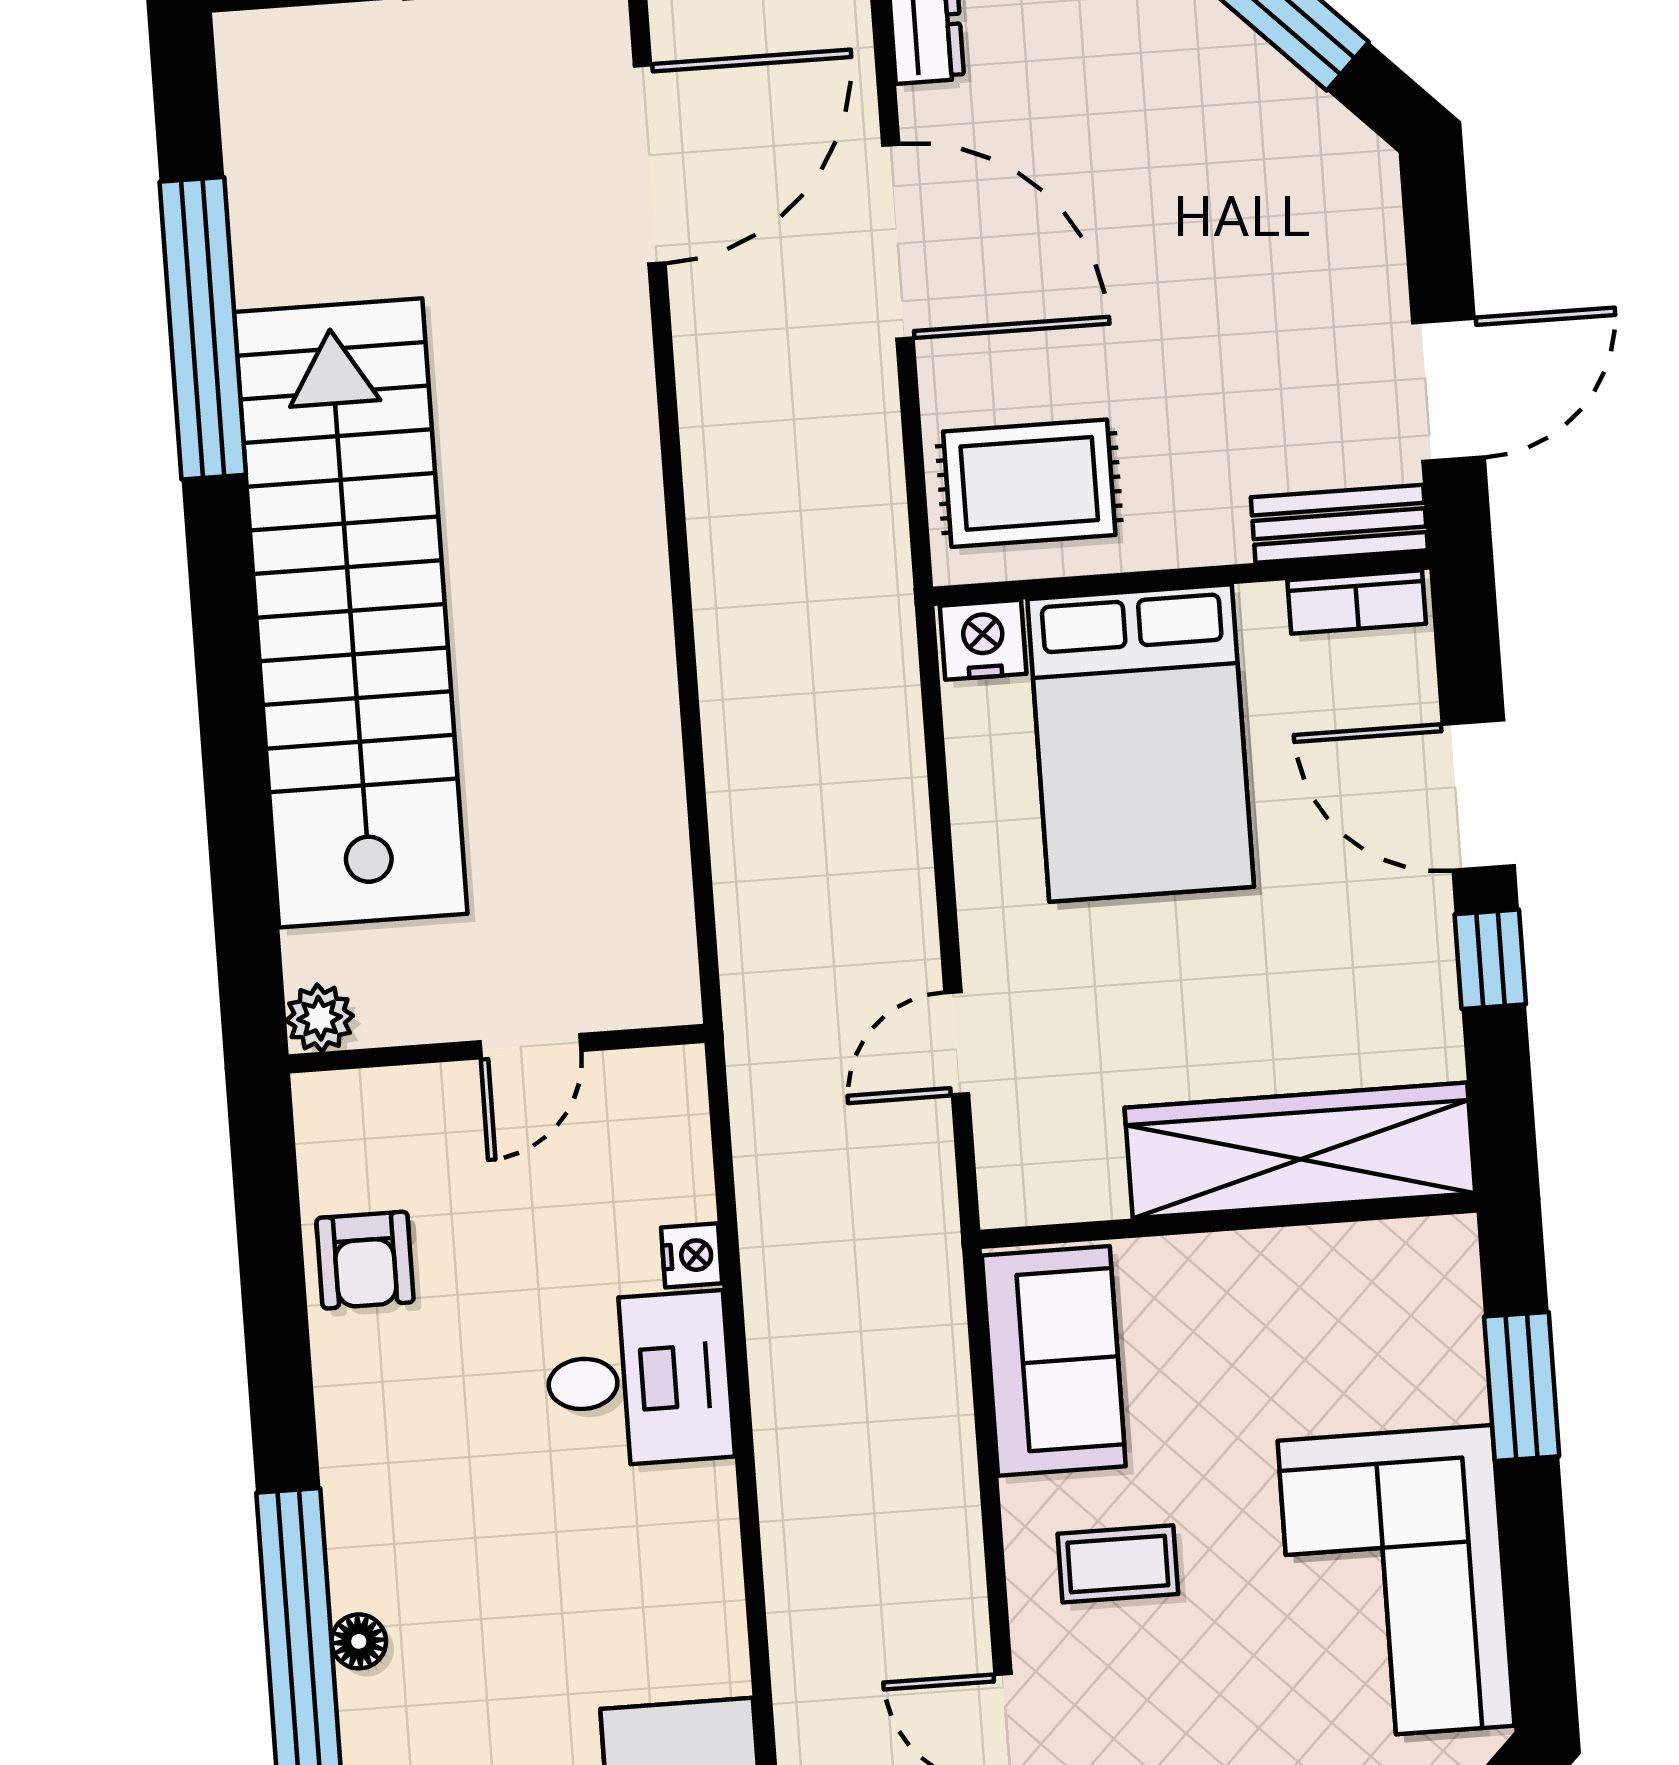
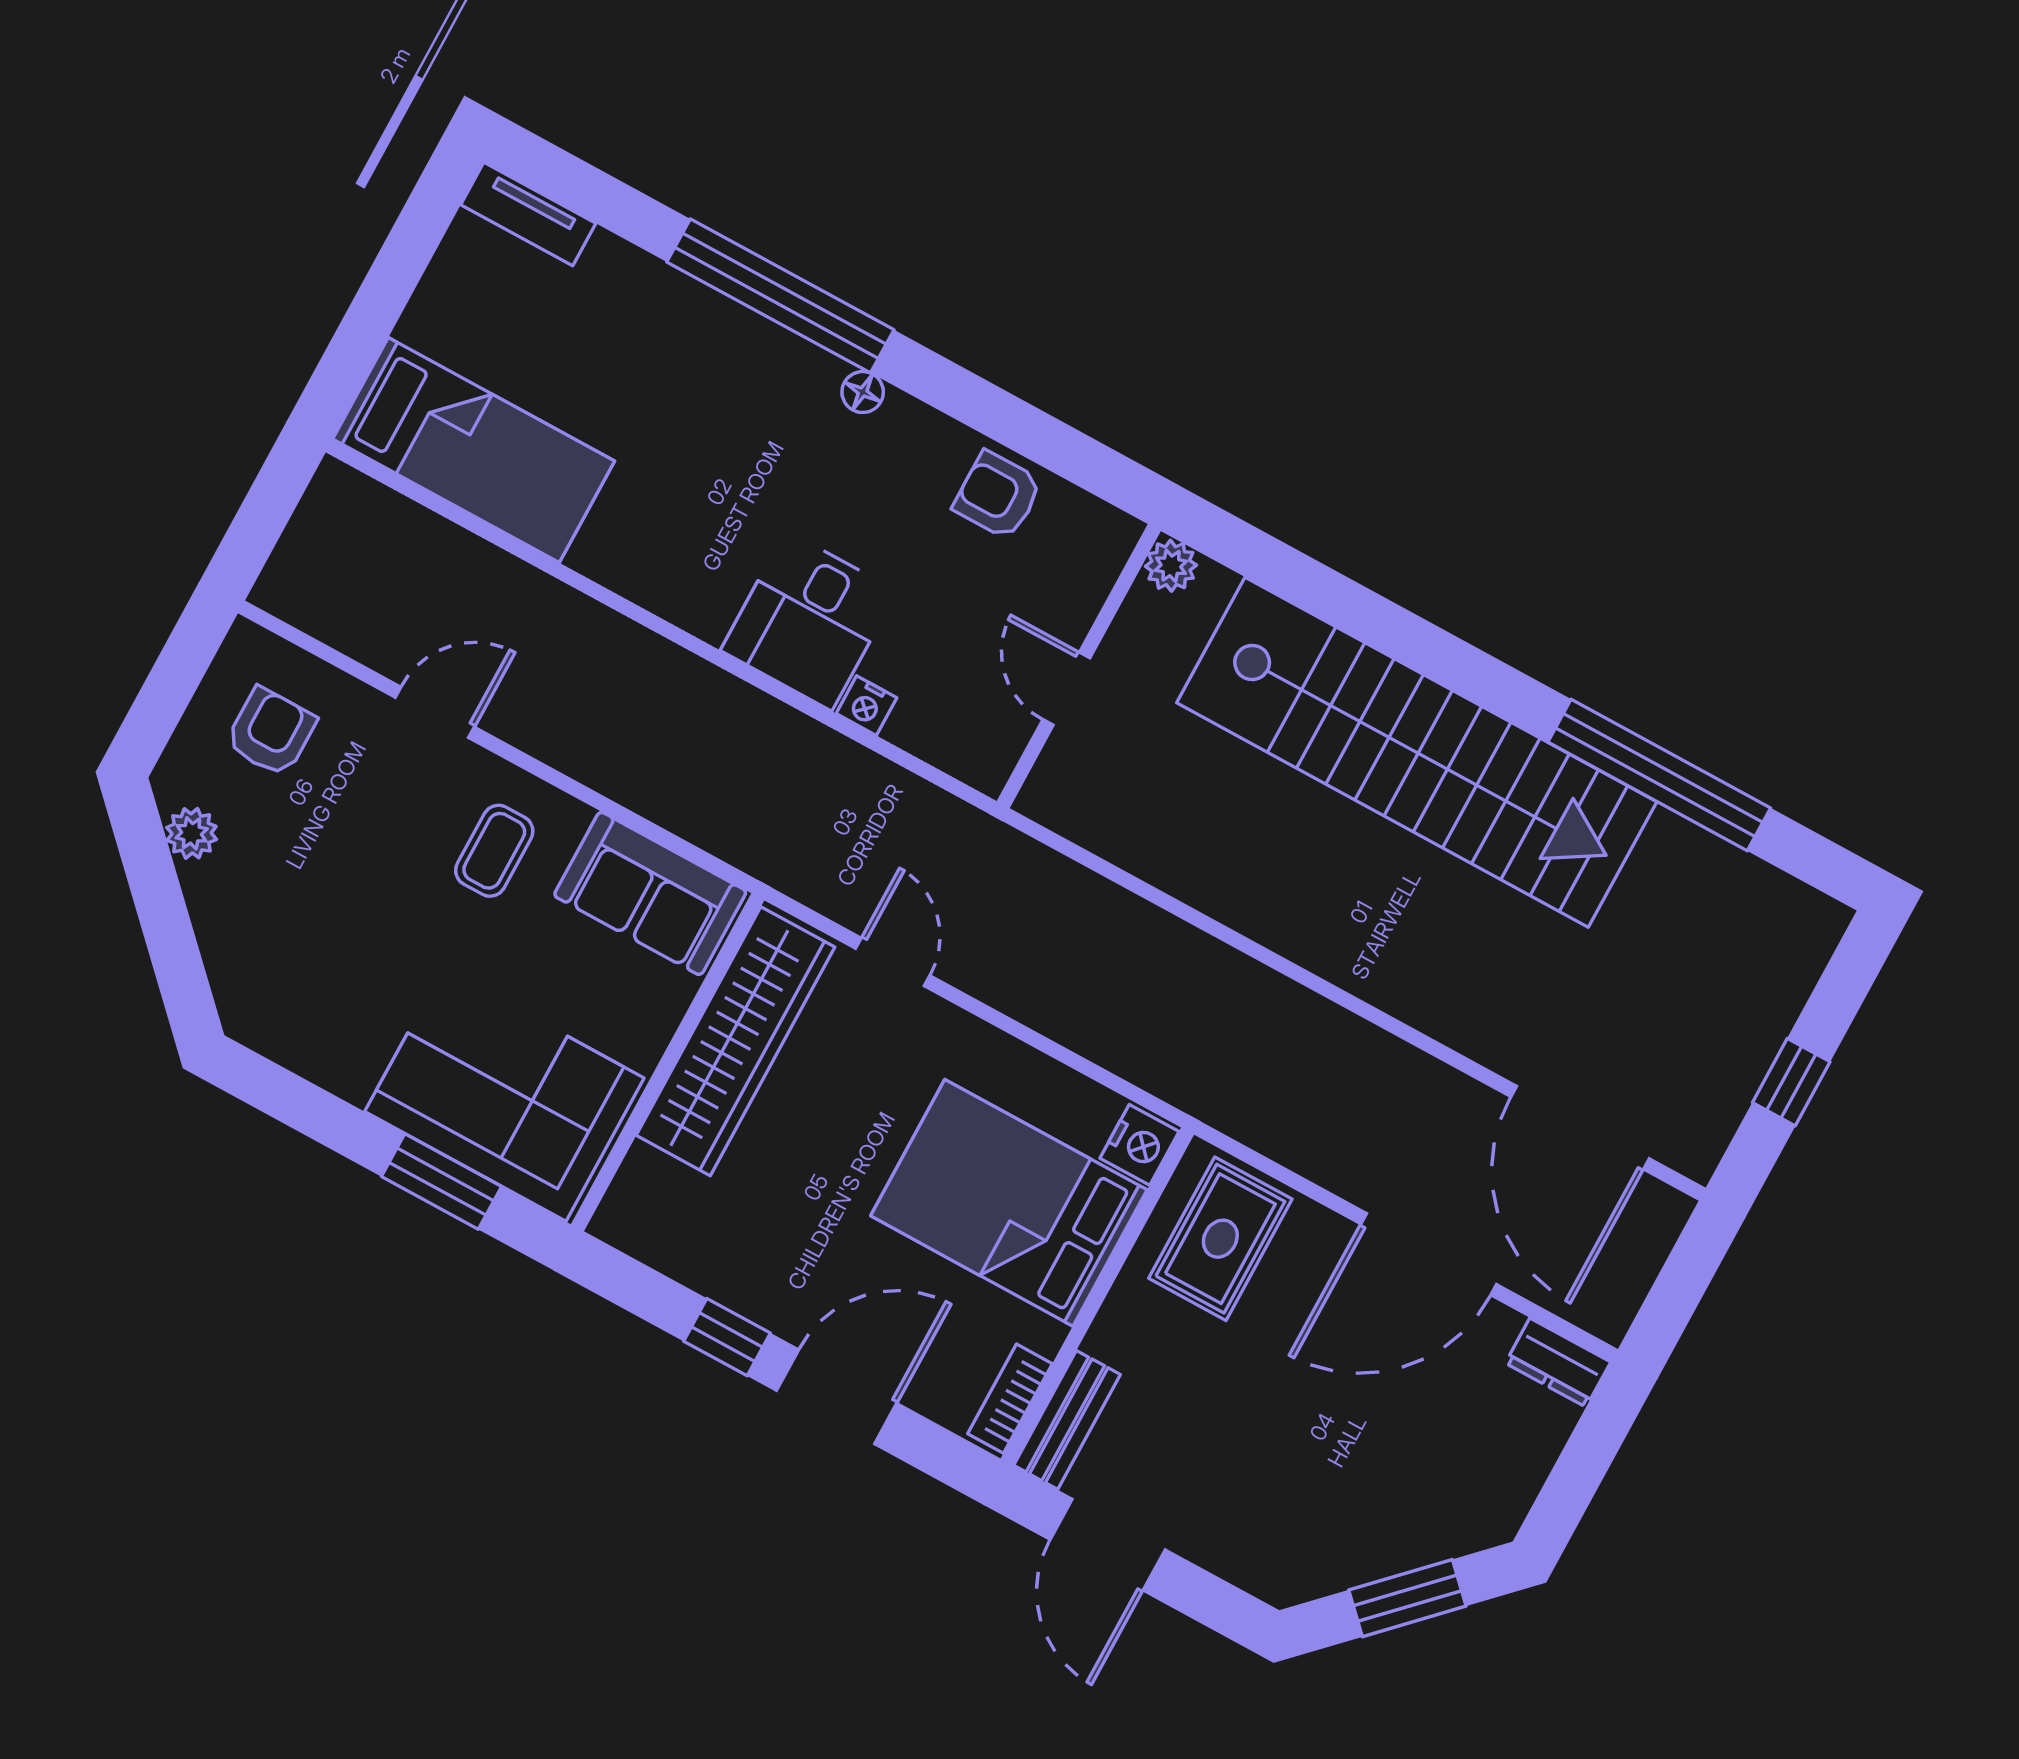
wardrobe: (1300, 1150) -> (736, 1041), moved
corner sofa: (1396, 1583) -> (504, 1095), moved
floor lamp: (359, 1641) -> (863, 392), moved

